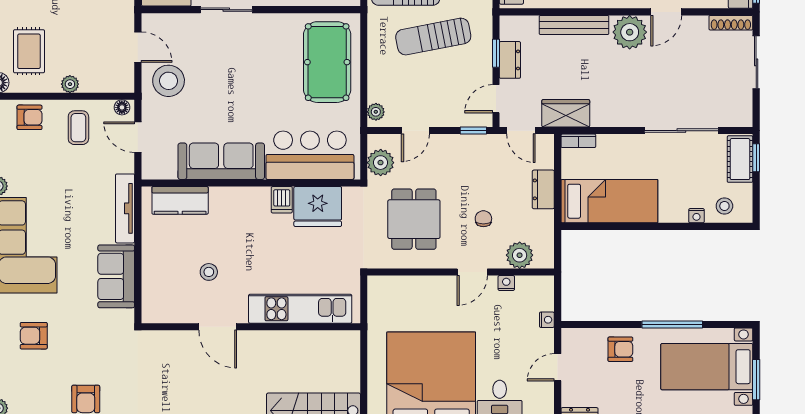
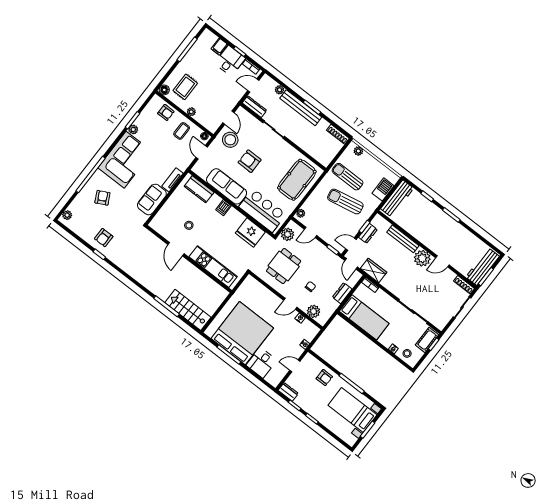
armchair: (227, 91) -> (250, 161), added
dishwasher: (282, 200) -> (223, 208), moved
tv unit: (125, 208) -> (173, 180), width x0.71
armchair: (34, 336) -> (102, 198), turned 63

